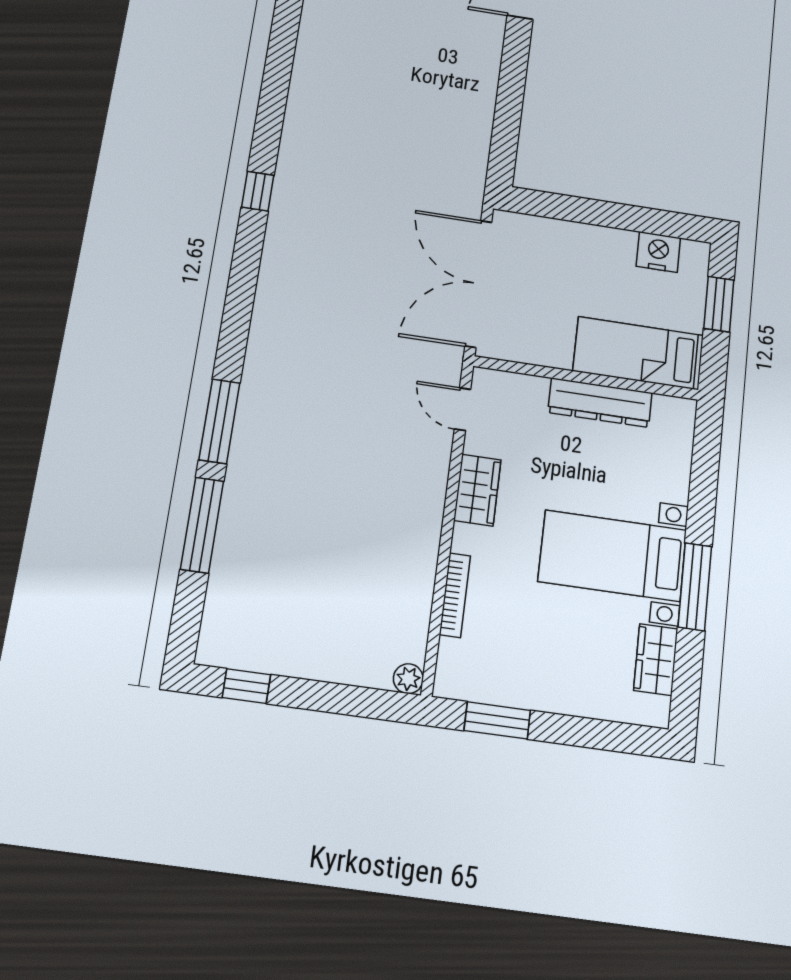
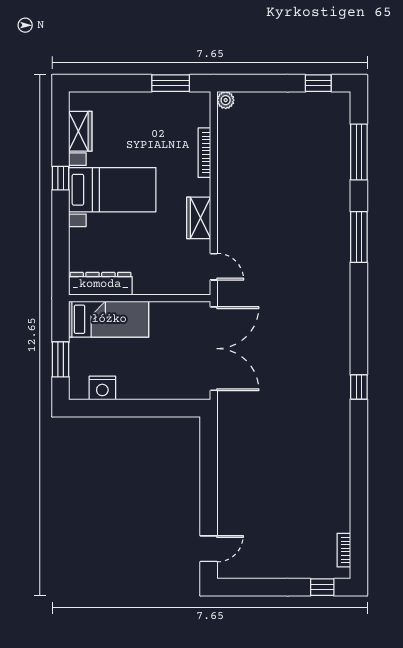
dresser: (600, 403) -> (100, 284), moved
window: (202, 525) -> (359, 152), moved
window: (695, 587) -> (61, 178), width x0.46

